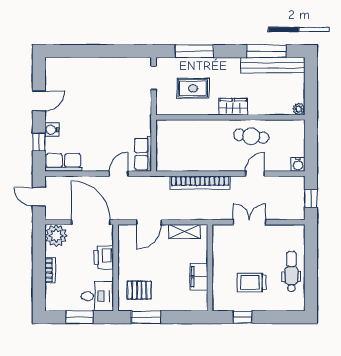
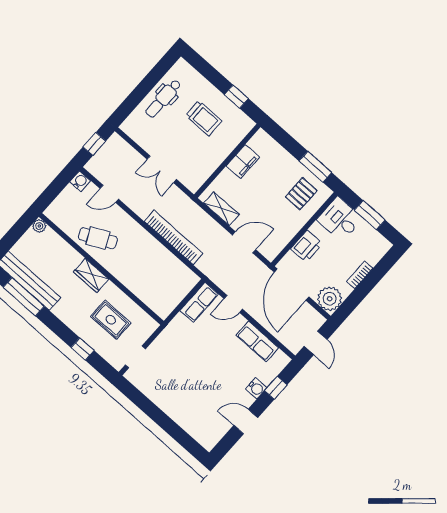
window: (195, 51) -> (83, 349), width x0.46
cafe table: (251, 136) -> (98, 238), turned -33
row of seats: (63, 162) -> (257, 341), moved
door: (255, 174) -> (109, 194), moved
pallet: (139, 290) -> (301, 194), turned 90

